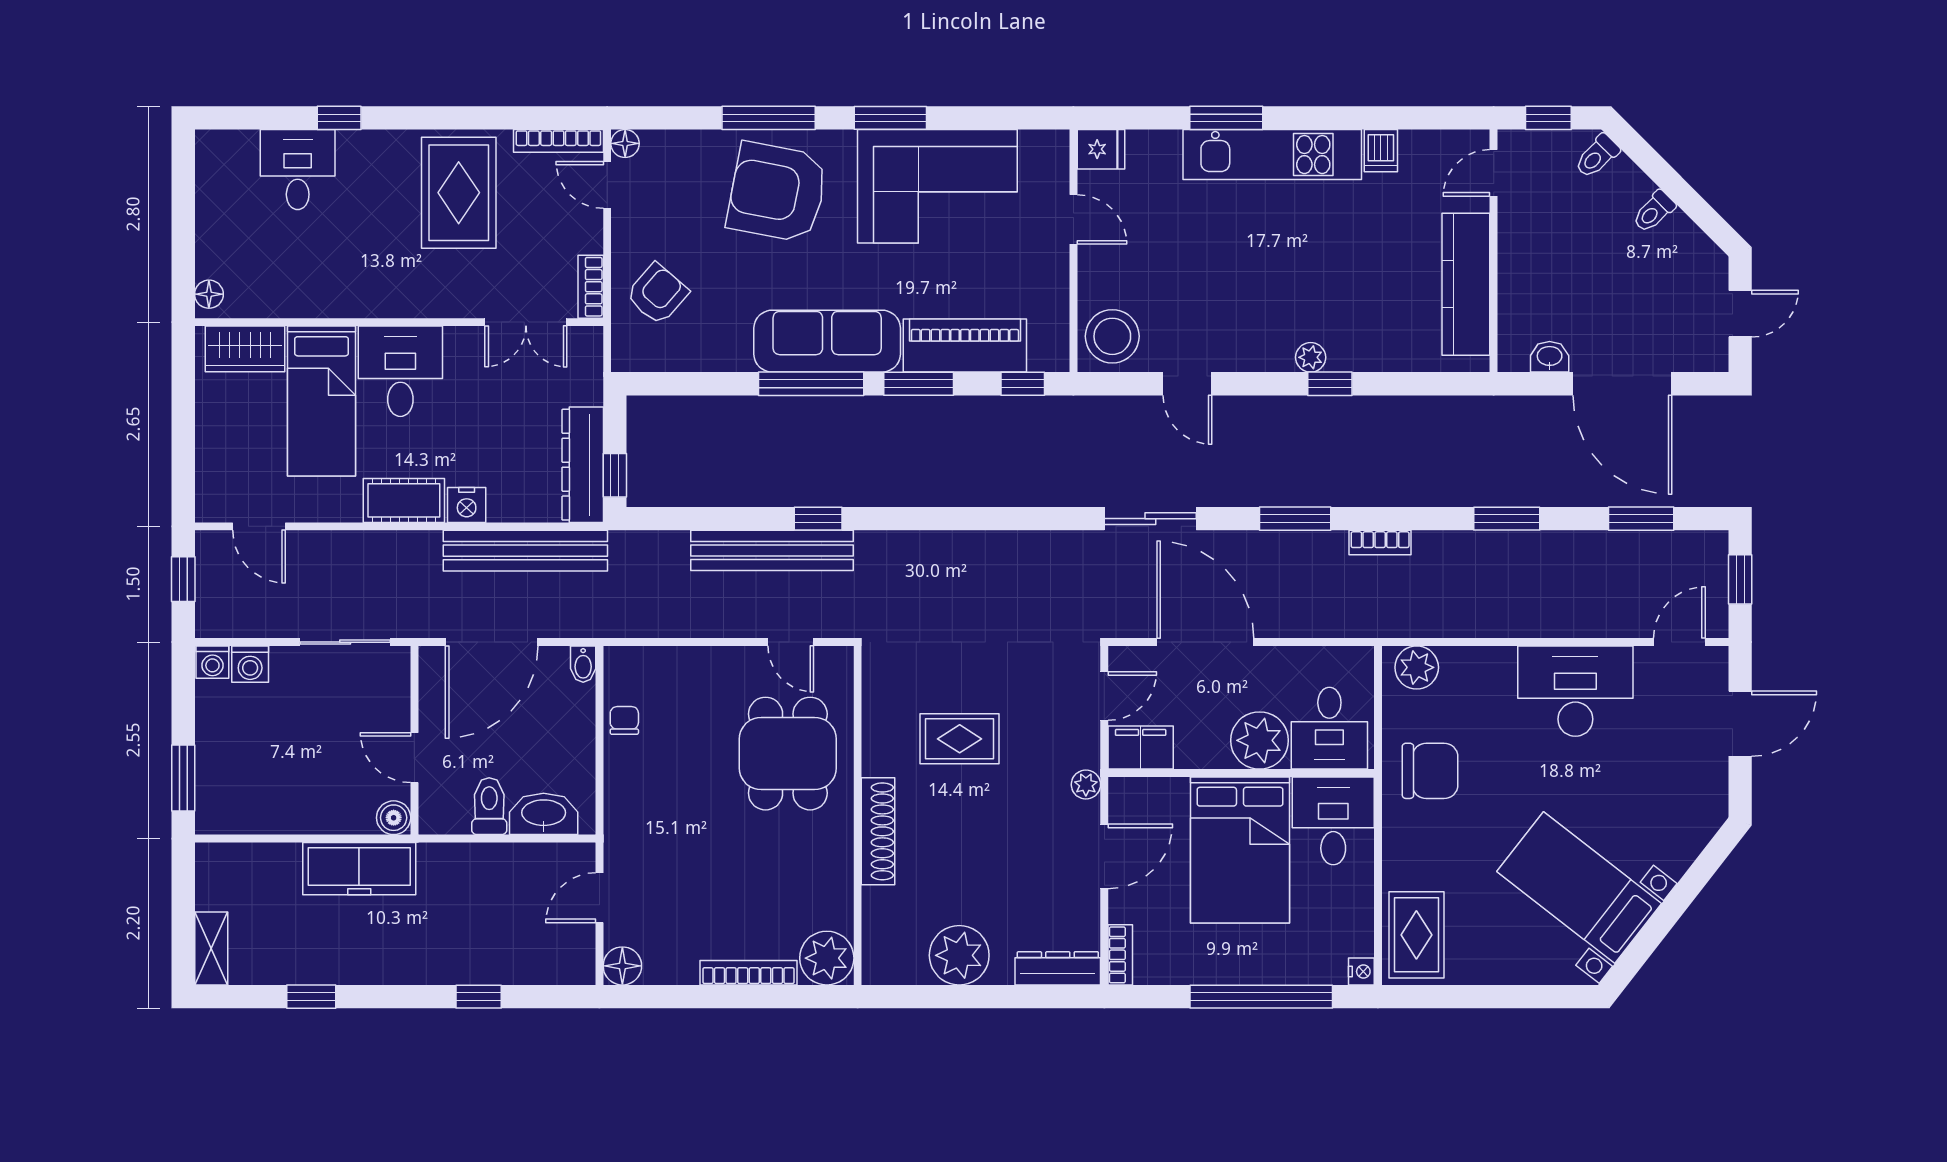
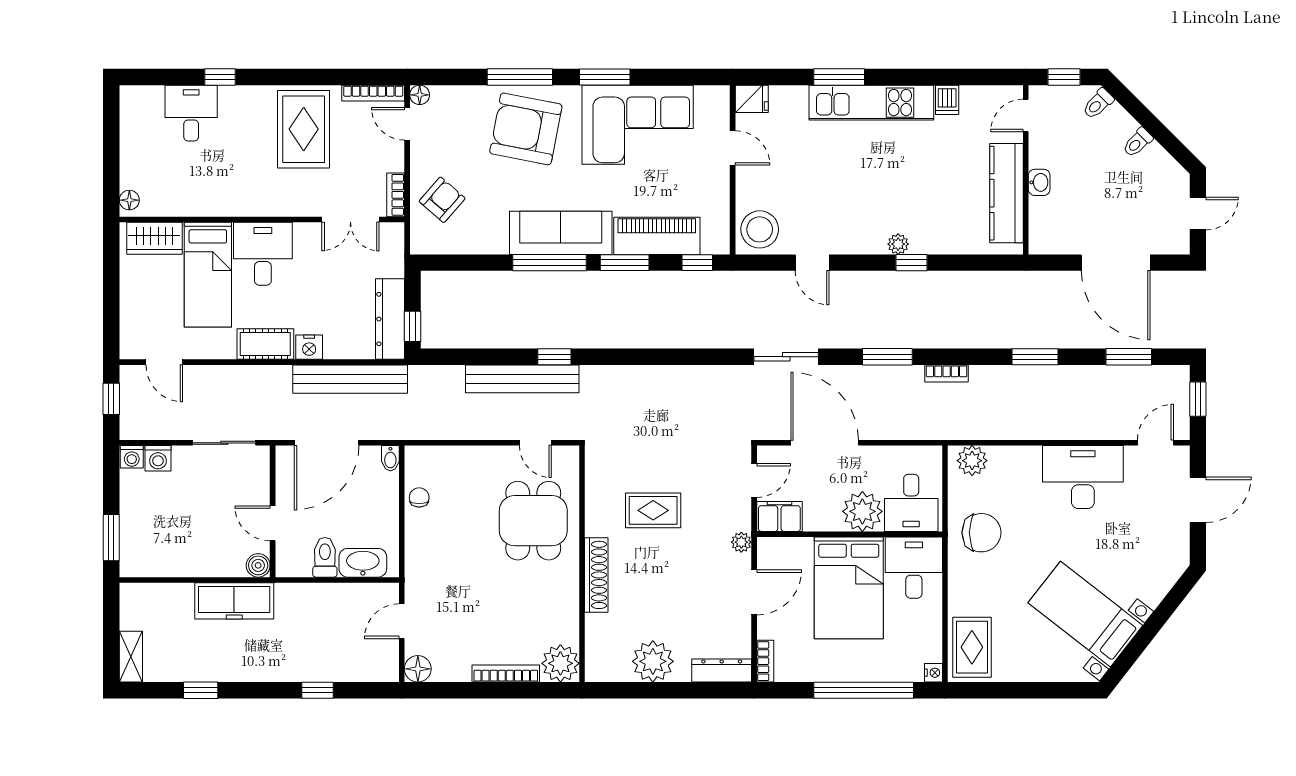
washbasin: (1550, 357) -> (1039, 182), moved, turned 90

